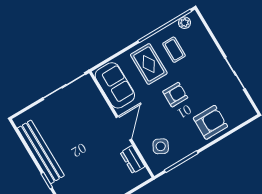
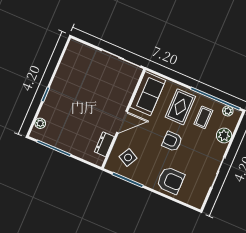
plant: (205, 43) -> (224, 136), added
armchair: (175, 95) -> (172, 141), turned 180
bench: (41, 152) -> (63, 75), removed

